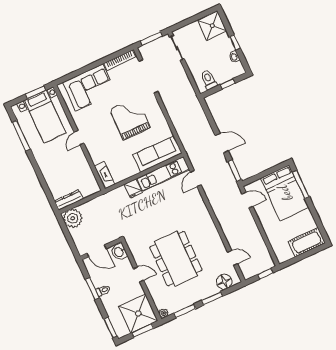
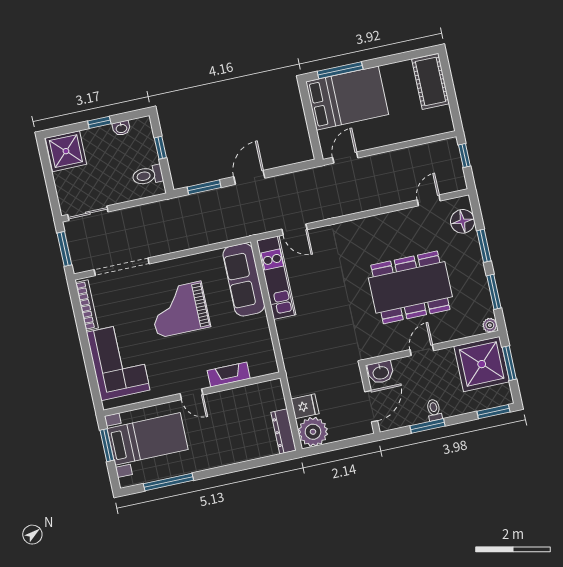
window: (234, 171) -> (204, 187), moved
fireplace: (104, 175) -> (229, 375), moved
fridge: (133, 188) -> (305, 406), moved

